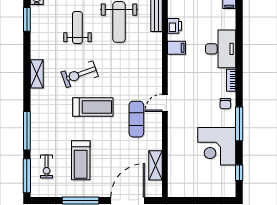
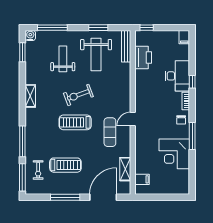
printer: (175, 26) -> (143, 58), width x1.87, depth x1.48
filing cabinet: (177, 48) -> (142, 179), moved
exercise bike: (80, 74) -> (78, 95), moved
treadmill: (93, 107) -> (75, 122), turned 180
treadmill: (81, 160) -> (65, 165), turned -90
window: (239, 173) -> (192, 82), moved

